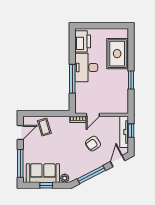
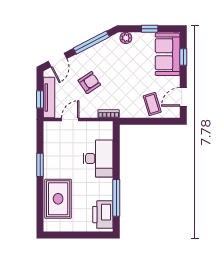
desk: (86, 67) -> (98, 159), moved
window: (72, 79) -> (116, 198), moved
door: (93, 115) -> (70, 120), moved
window: (20, 163) -> (183, 57), width x0.46
sofa: (43, 173) -> (168, 54), moved, turned 90

